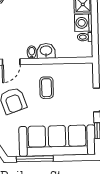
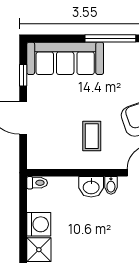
toilet: (85, 37) -> (37, 183), moved
sofa: (57, 141) -> (65, 58), width x0.74, depth x0.79

